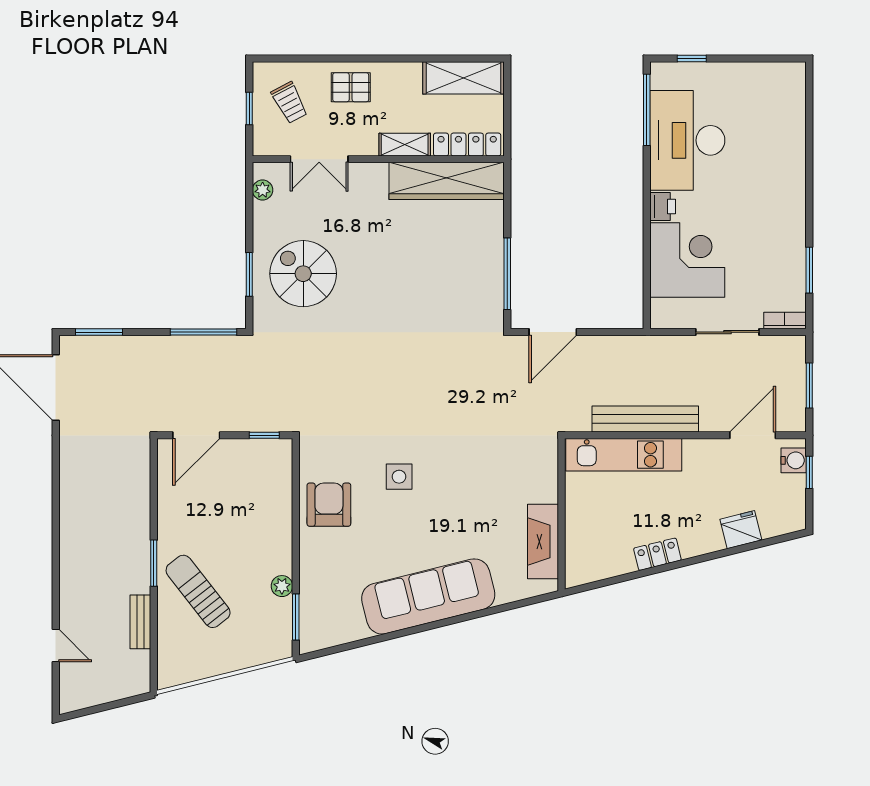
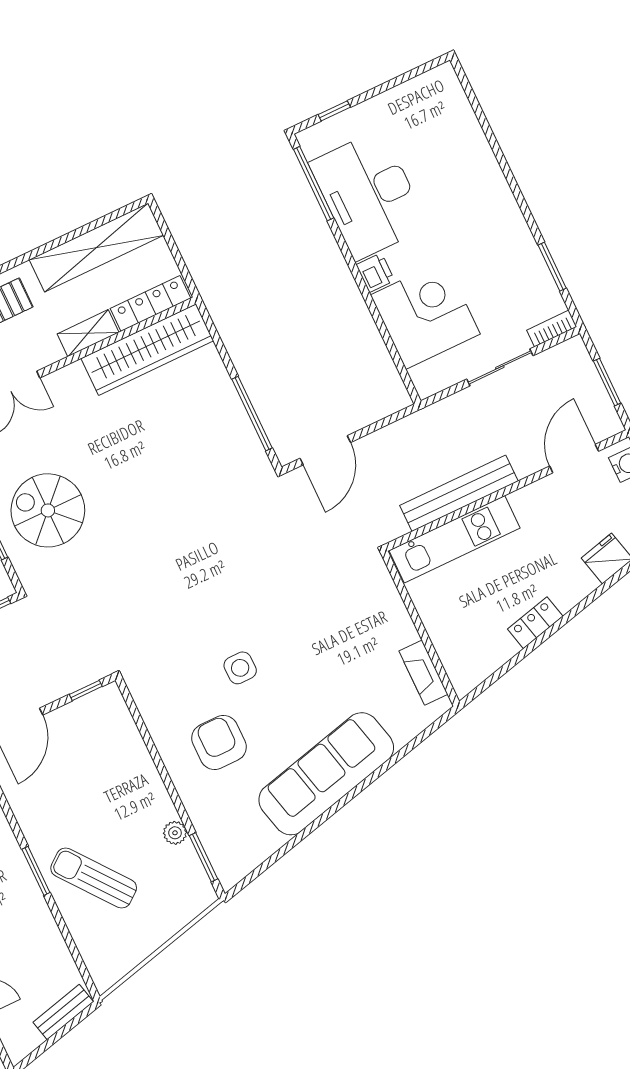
shelving: (464, 78) -> (96, 247), width x1.47
armchair: (329, 505) -> (219, 743), moved
fireplace: (543, 542) -> (423, 673), width x0.73, depth x0.76
bench: (140, 622) -> (63, 1012), moved, turned 76

